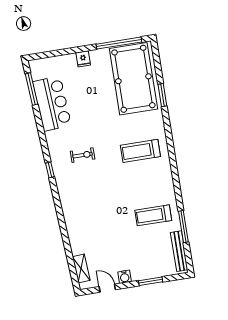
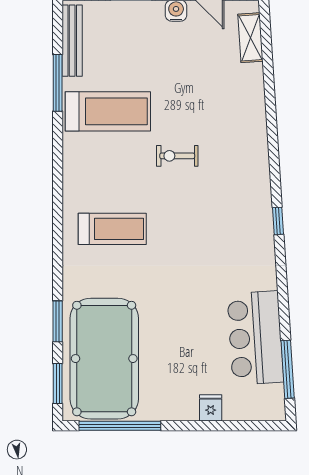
fridge: (83, 59) -> (211, 408), moved
window: (157, 61) -> (58, 383), added
exercise bike: (83, 155) -> (177, 156), moved
treadmill: (153, 215) -> (108, 111), width x1.37, depth x1.38

